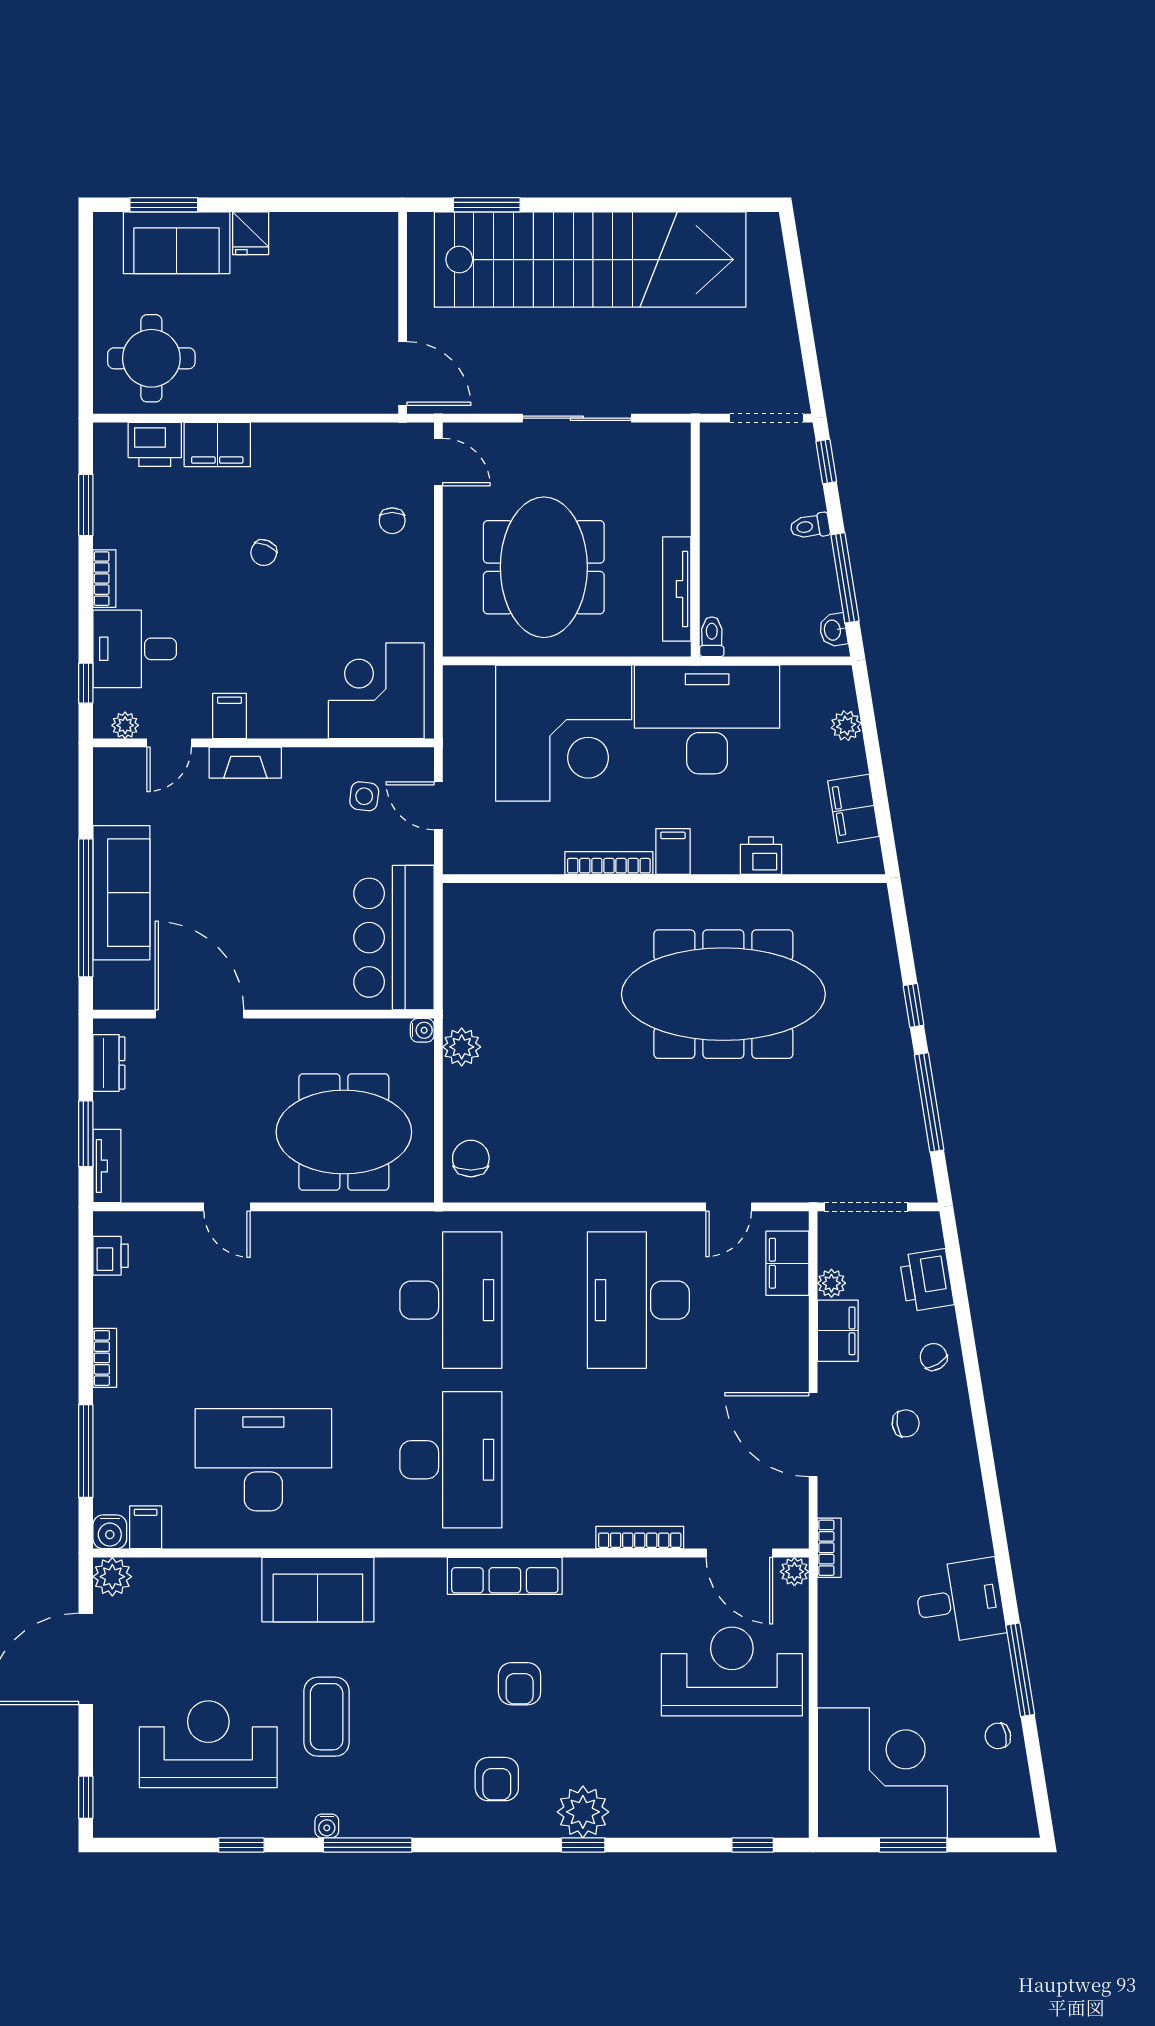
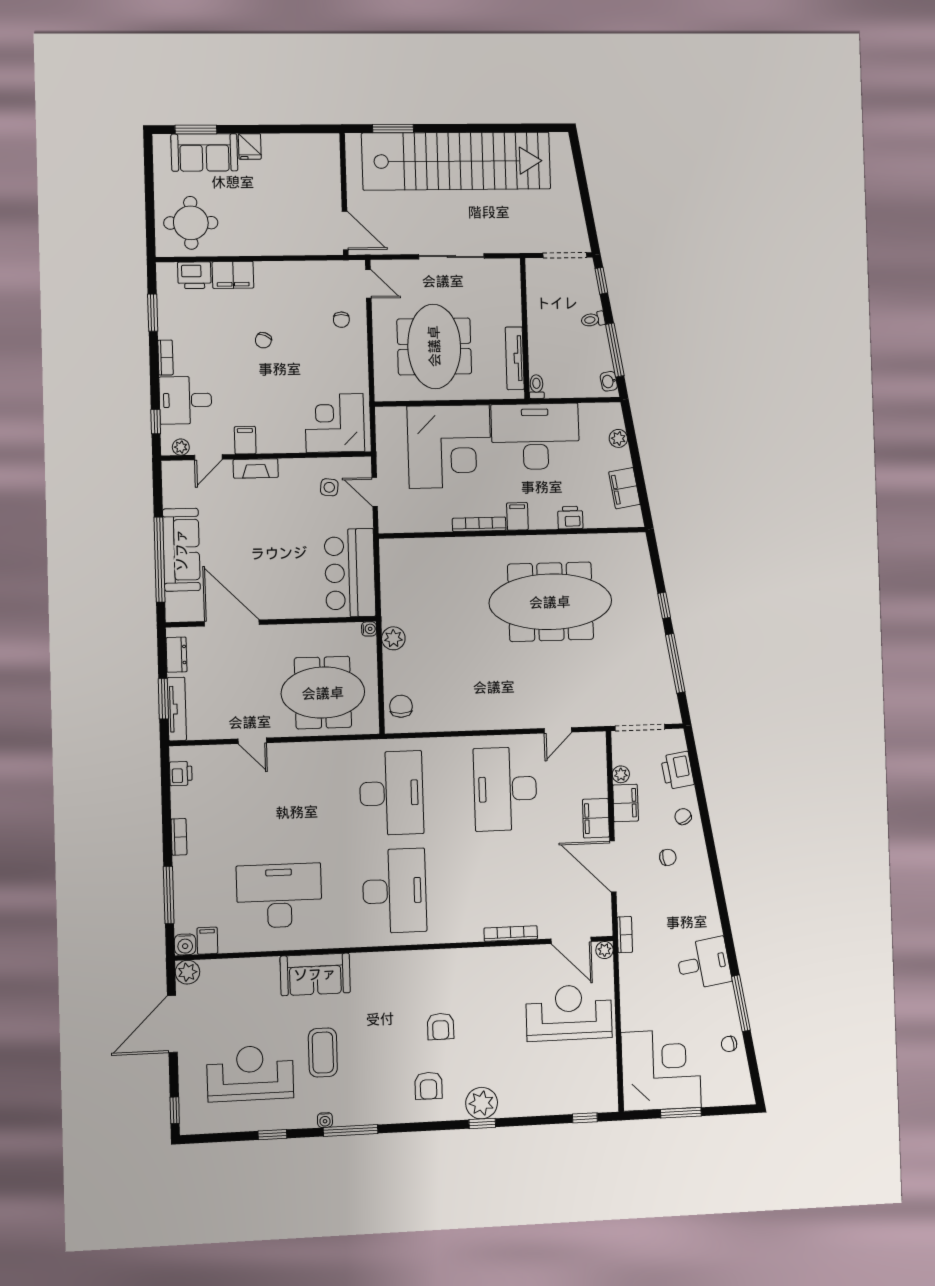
tv unit: (107, 1166) -> (177, 709), width x1.41
filing cabinet: (787, 1263) -> (596, 818), moved
row of seats: (505, 1576) -> (430, 961), removed

